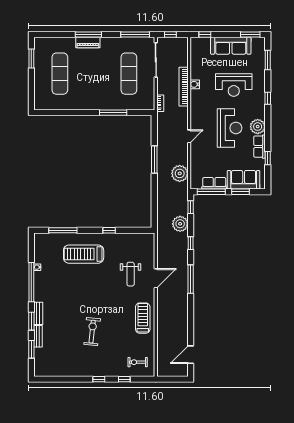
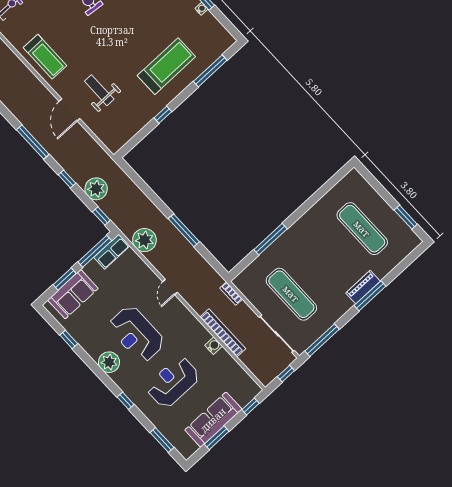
window: (250, 35) -> (217, 438), moved
row of seats: (259, 147) -> (88, 343), removed
row of seats: (214, 183) -> (112, 252), moved

